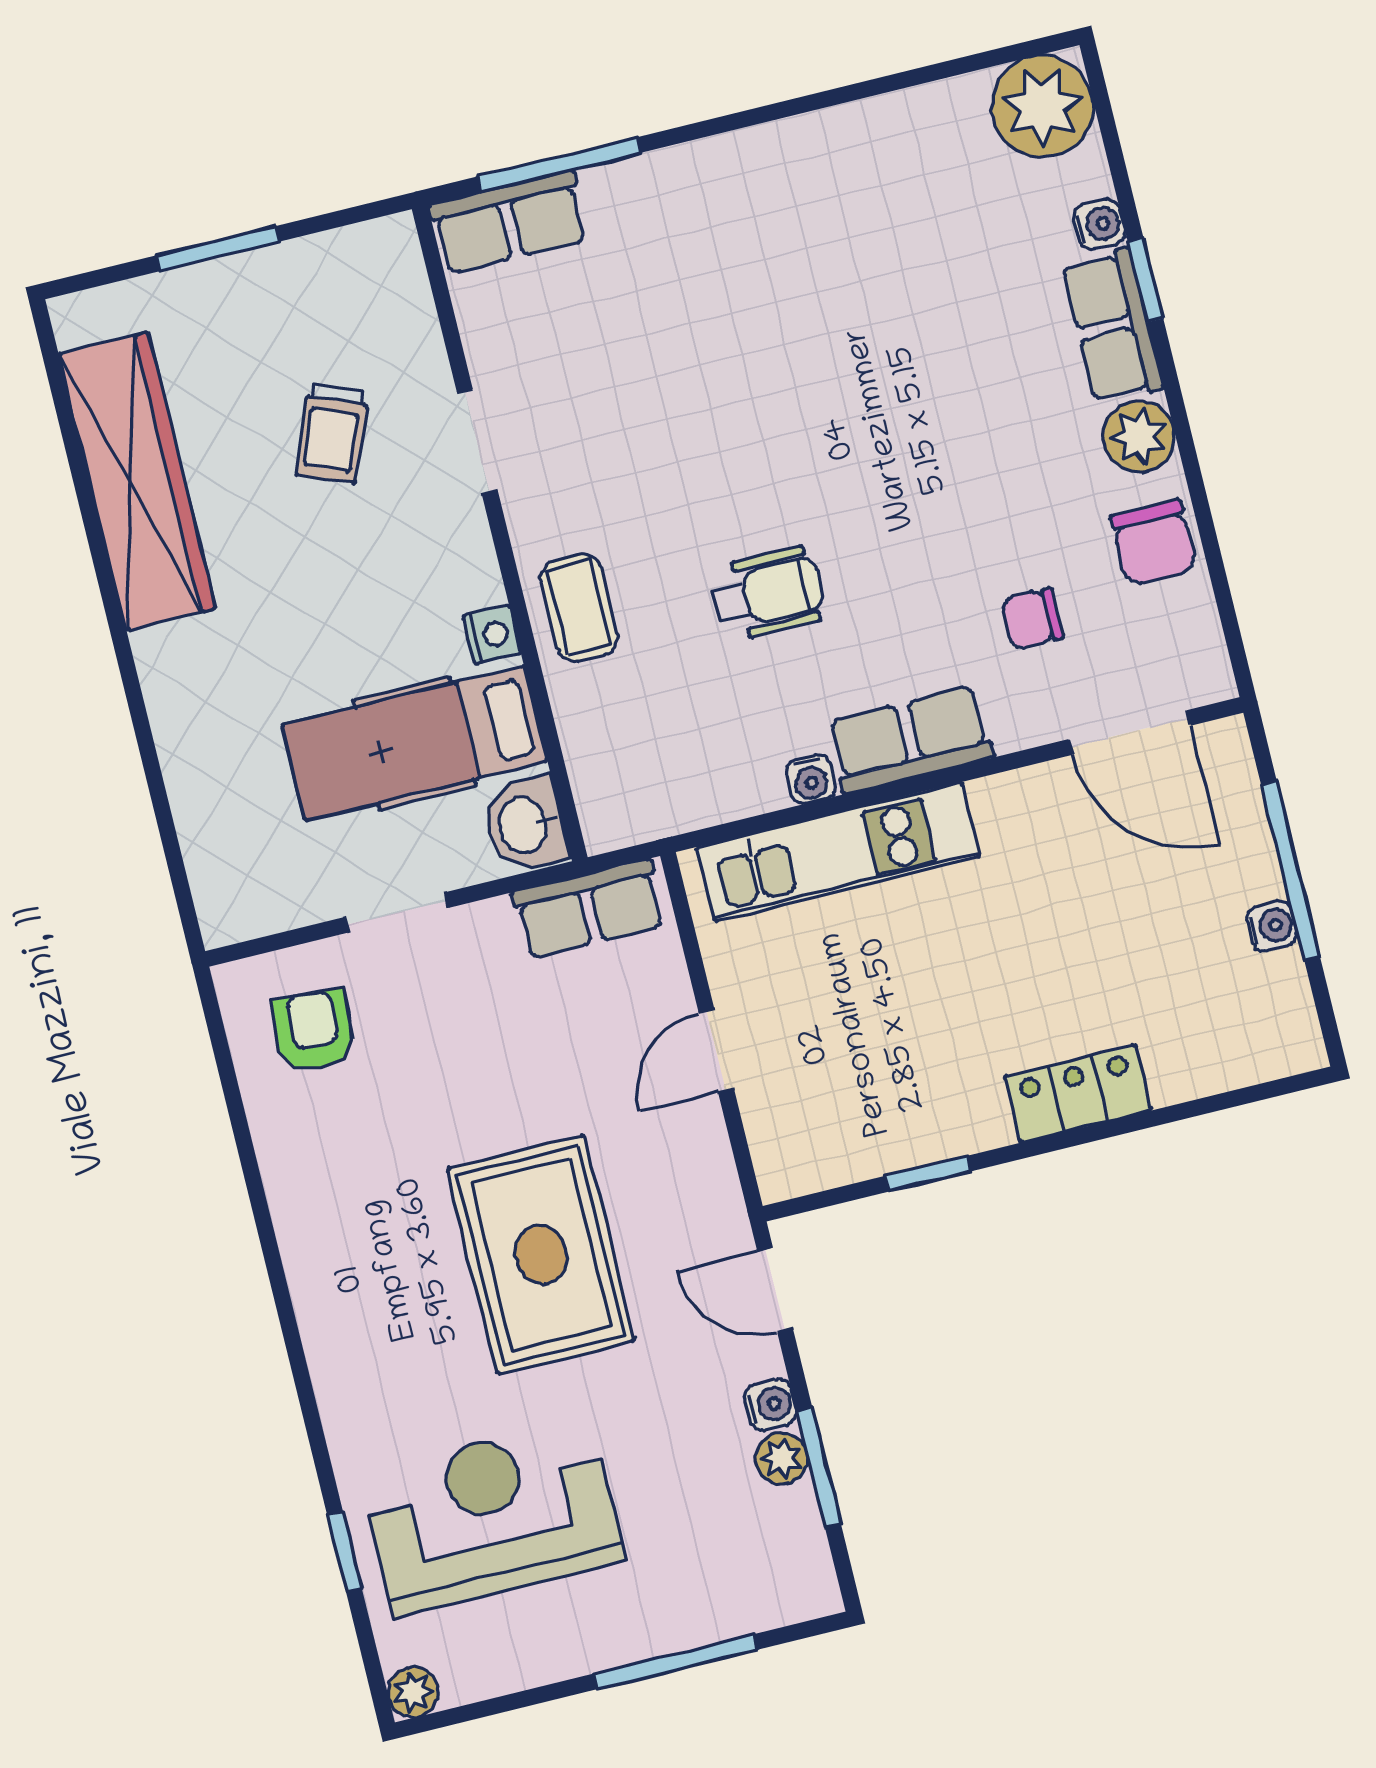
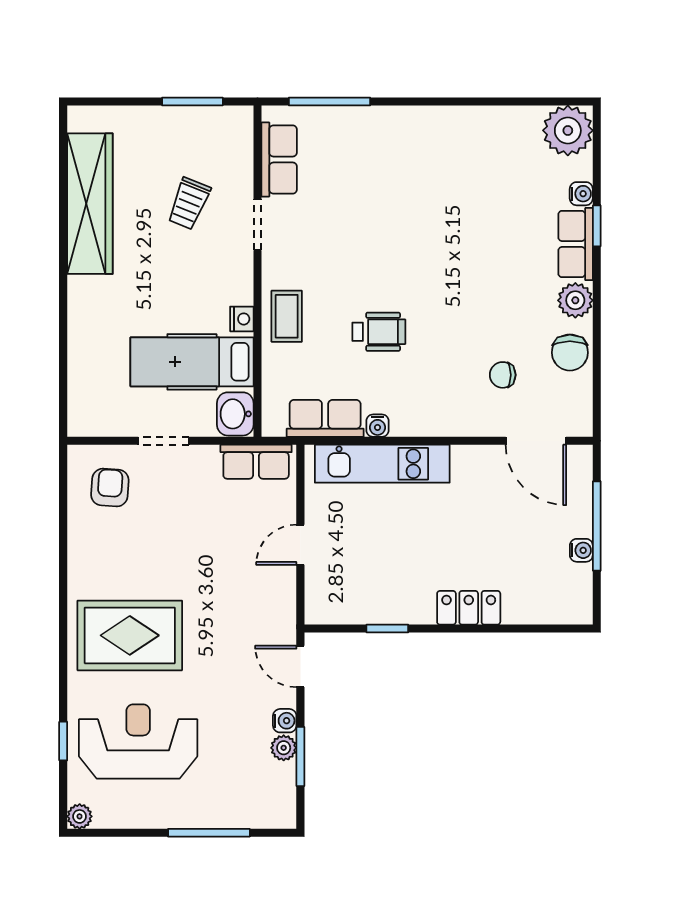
row of seats: (509, 222) -> (279, 159), moved, turned -90
window: (218, 249) -> (192, 102), moved
row of seats: (910, 740) -> (325, 418), moved
rug: (541, 1255) -> (130, 635), moved, turned 90

